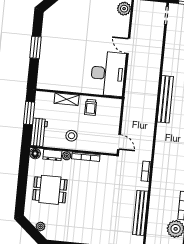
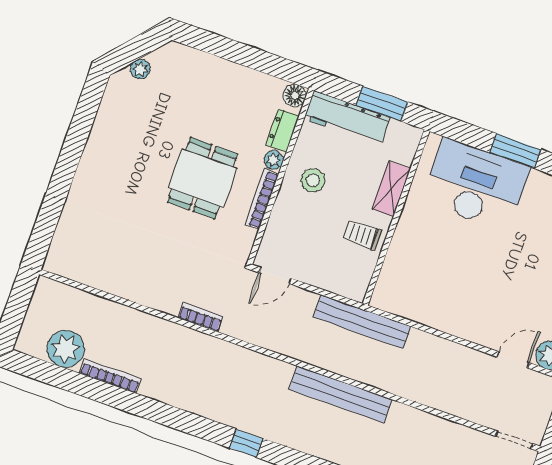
door: (128, 46) -> (513, 360), moved
desk: (108, 74) -> (476, 185), moved, turned 180
workbench: (39, 132) -> (347, 118), width x1.38
dining table: (50, 190) -> (203, 178), moved
bench: (140, 213) -> (362, 322), moved

